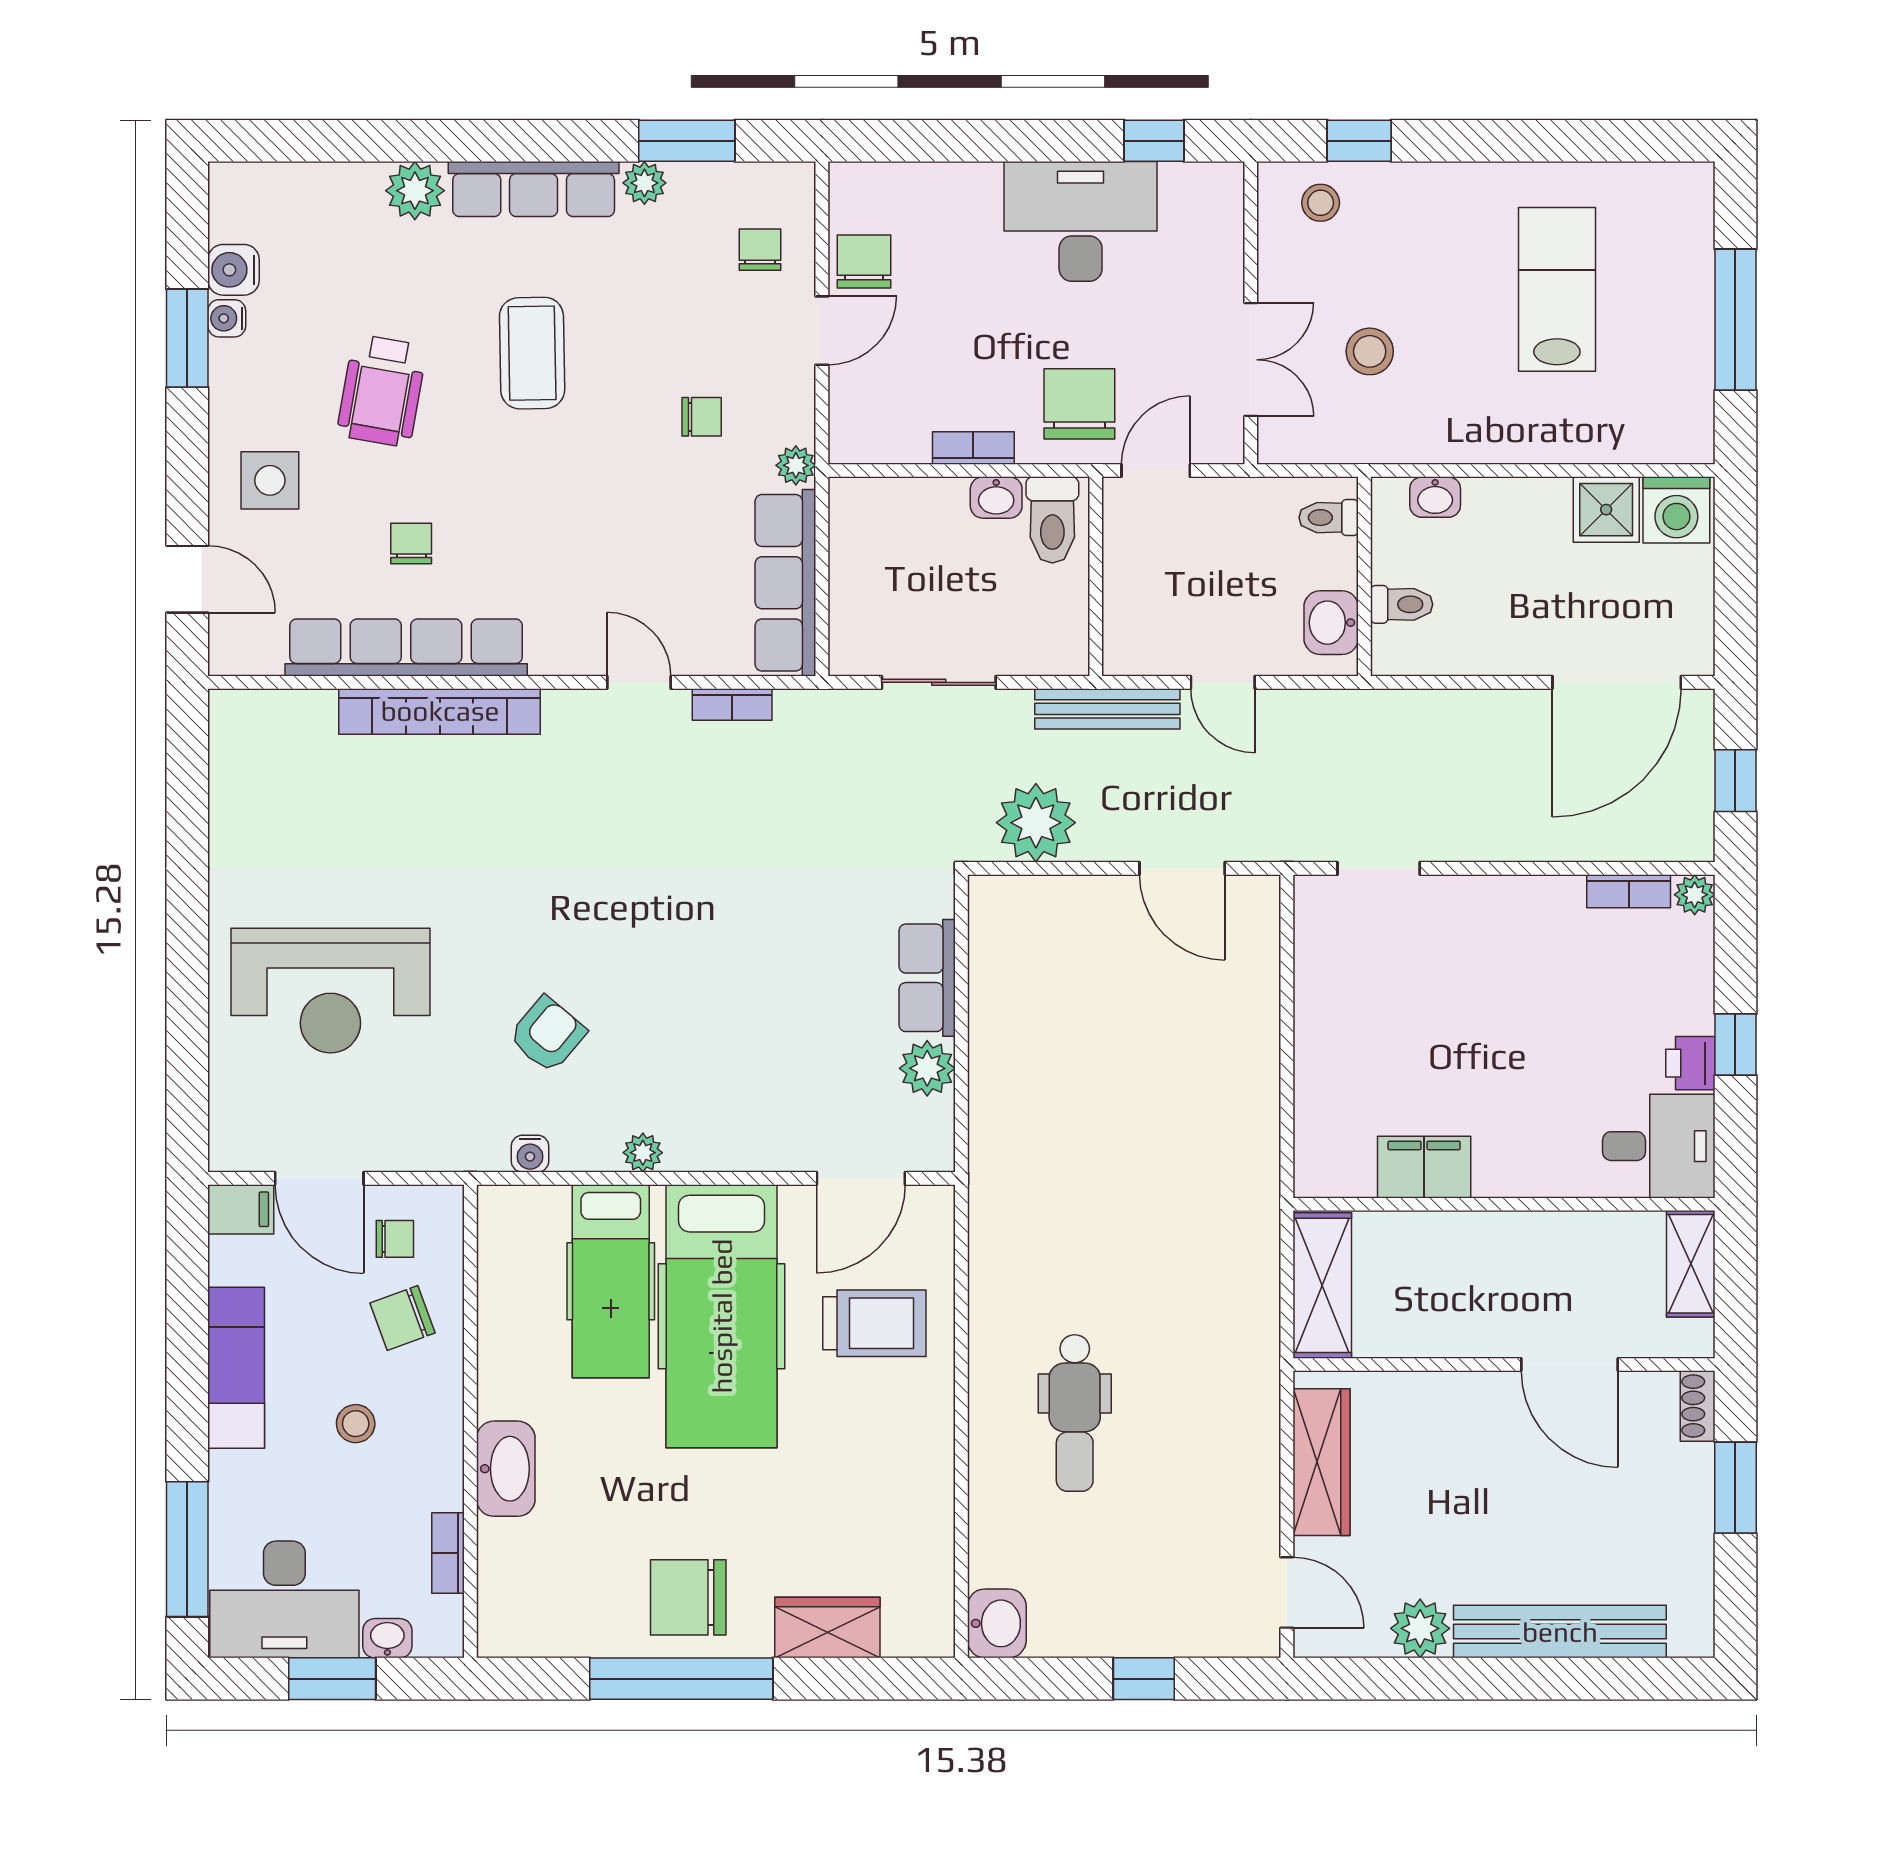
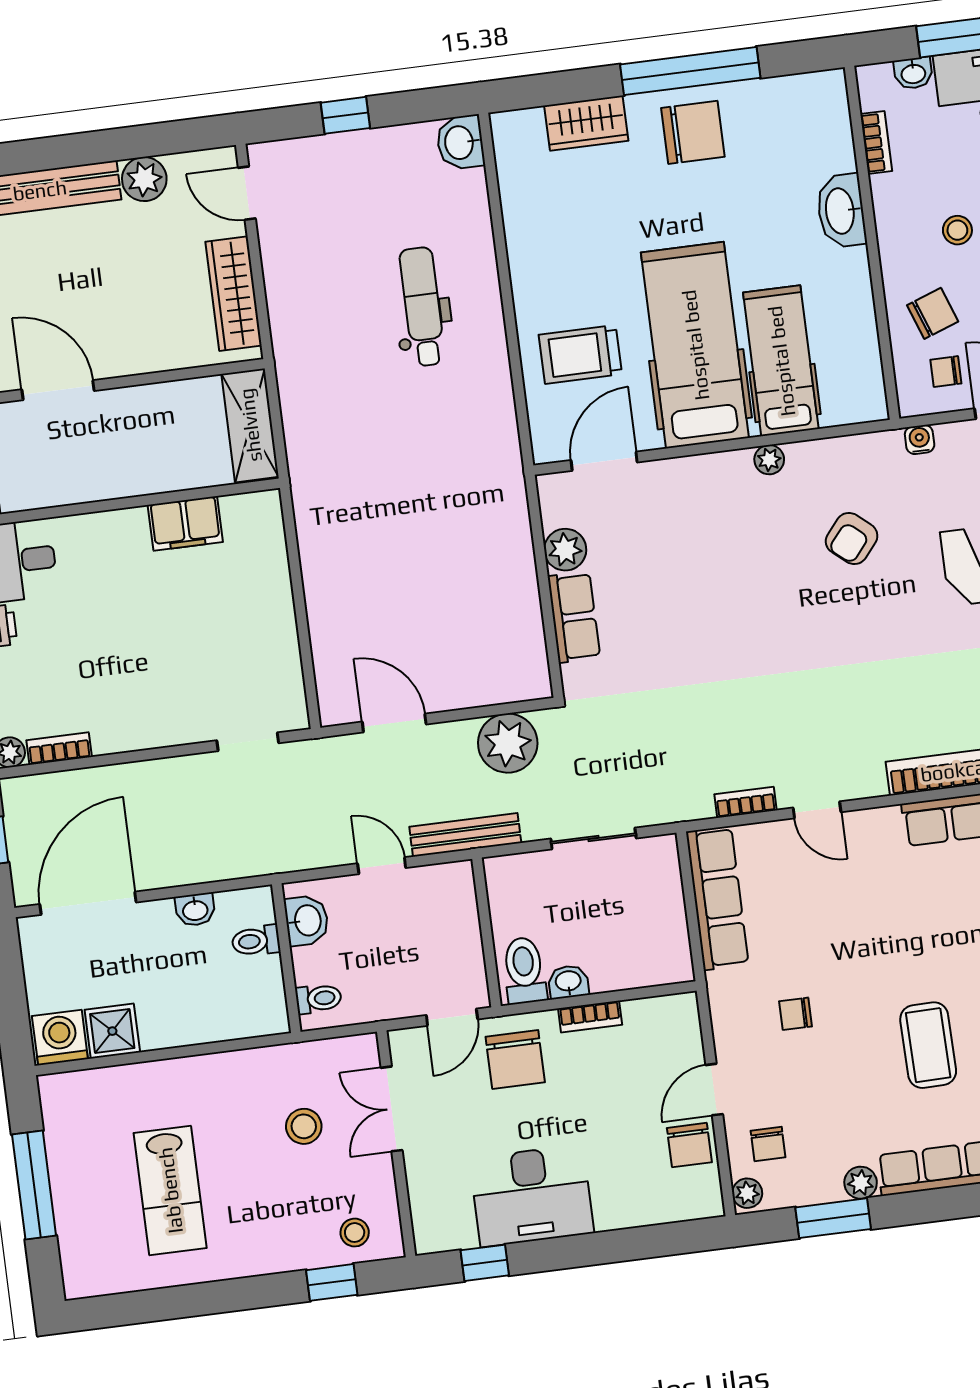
plant: (796, 465) -> (747, 1193), moved
washbasin: (1435, 497) -> (195, 910), moved, turned 180
water cooler: (530, 1154) -> (920, 440), moved

